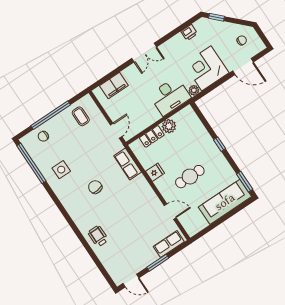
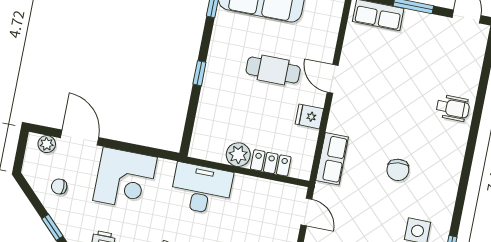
chair: (242, 40) -> (59, 186), moved
plant: (194, 90) -> (47, 144), moved
door: (116, 131) -> (306, 212), swing flipped
door: (170, 212) -> (333, 79), moved
wheelchair: (98, 236) -> (453, 108), turned -90

